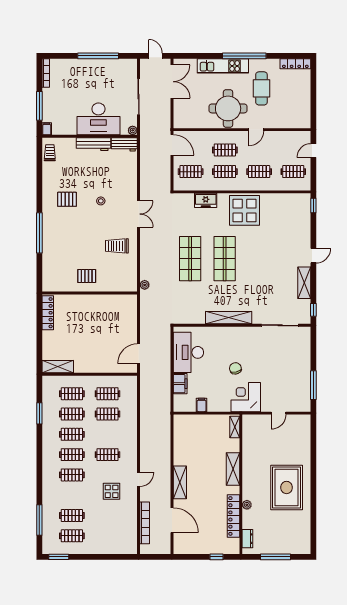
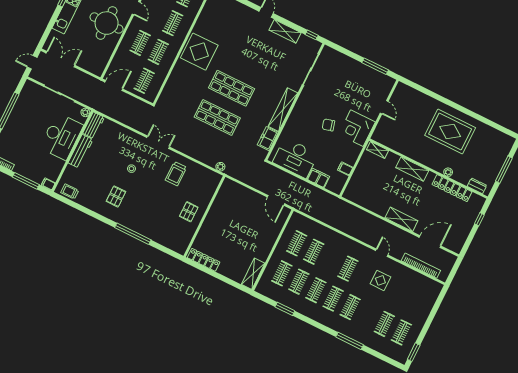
freezer: (206, 200) -> (268, 139), moved, turned 180
window: (39, 520) -> (350, 341), moved

